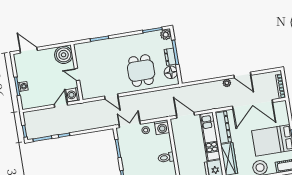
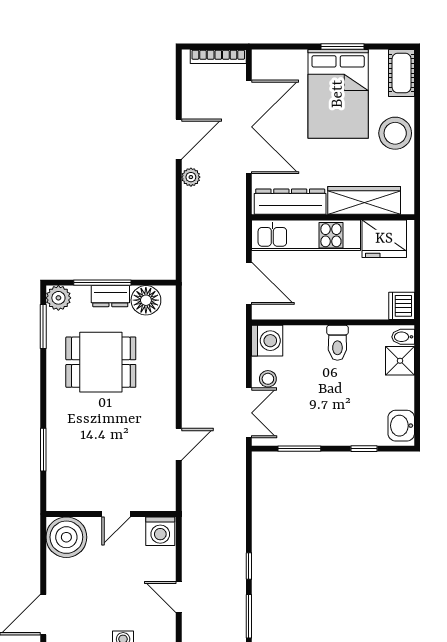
dining table: (141, 71) -> (101, 362), moved
door: (61, 105) -> (179, 597), moved
door: (185, 115) -> (249, 283), swing flipped
double door: (130, 124) -> (249, 413), swing flipped

